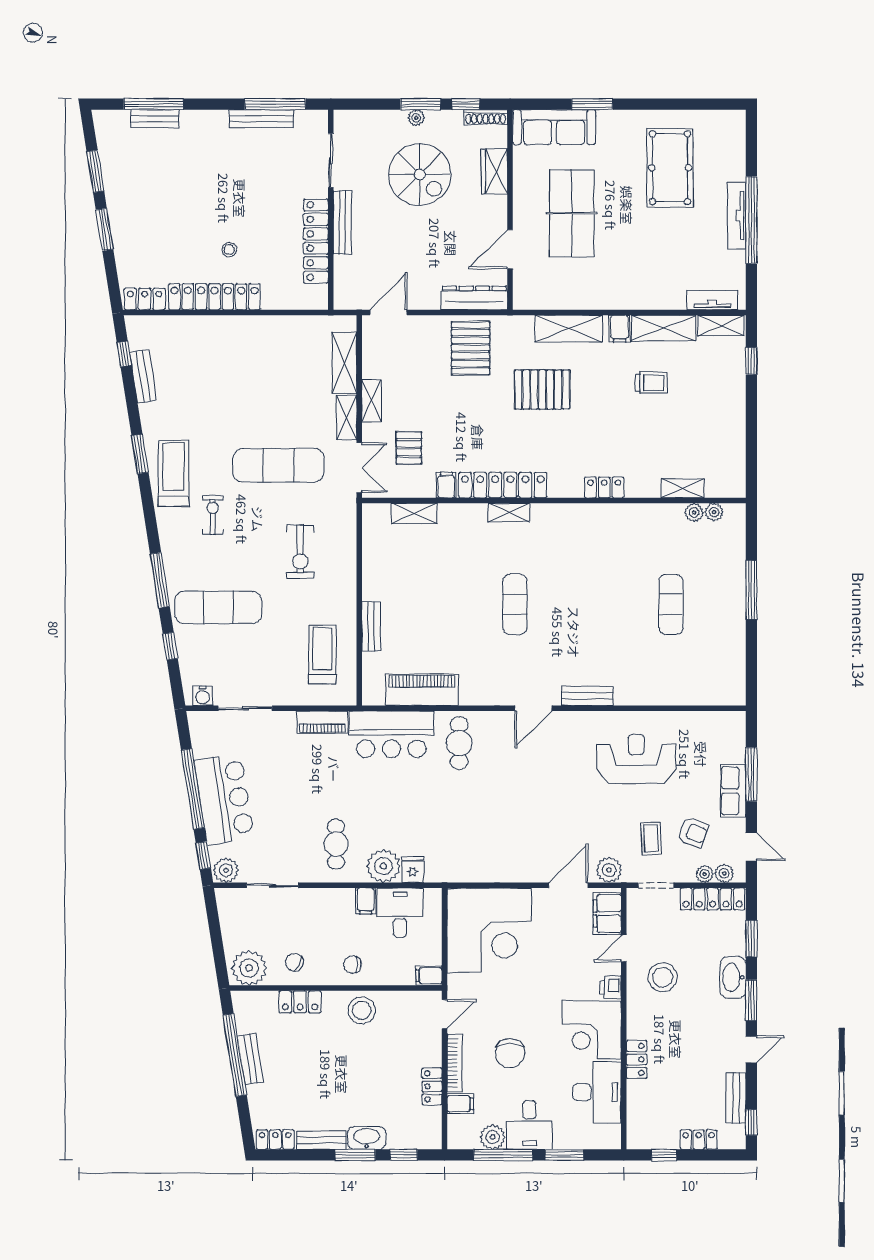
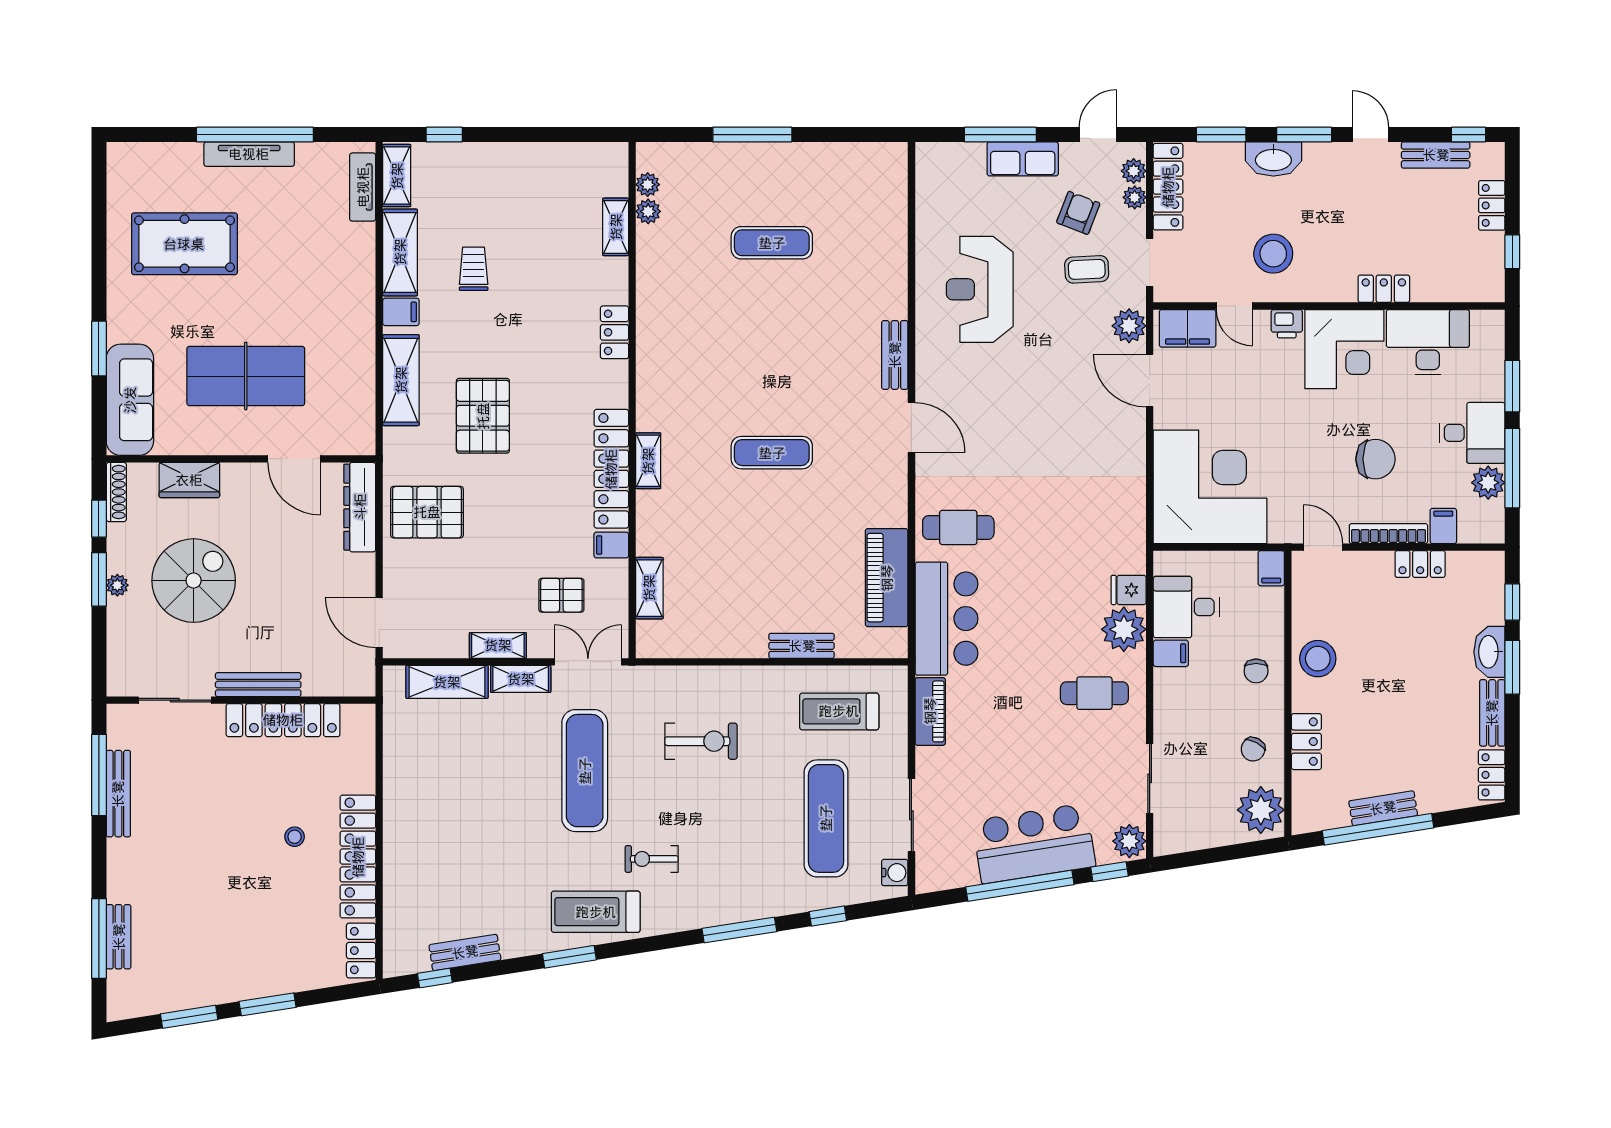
exercise mat: (218, 607) -> (826, 818), moved

